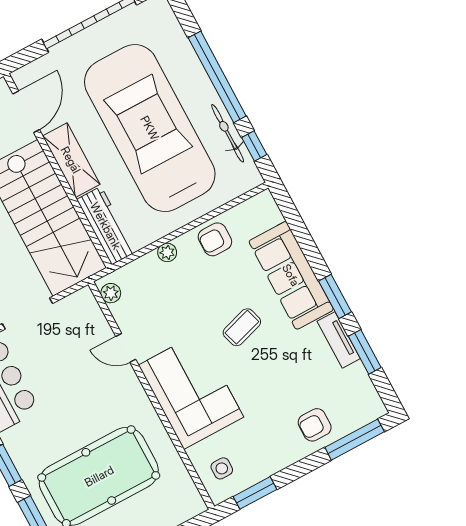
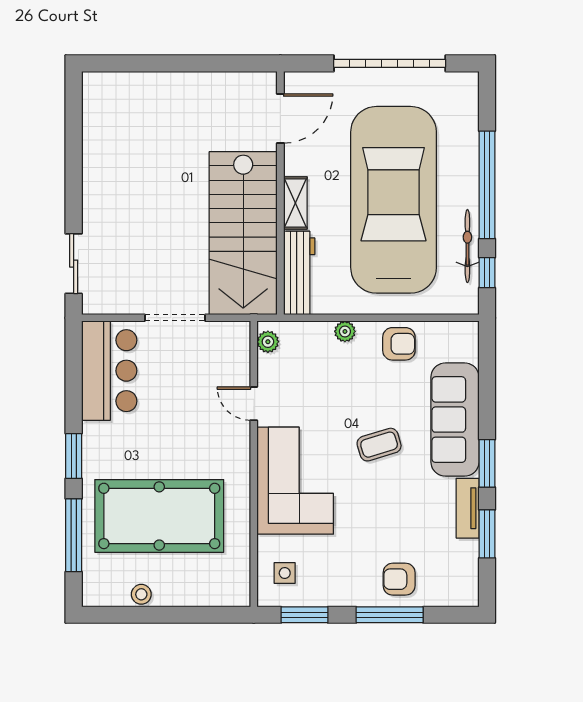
shelving: (71, 160) -> (295, 203), width x0.67, depth x0.75
armchair: (215, 239) -> (399, 344), turned 180
window: (355, 440) -> (390, 615), moved

